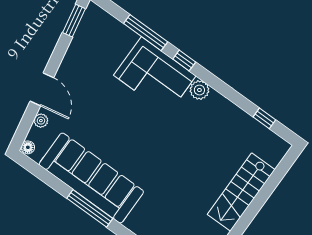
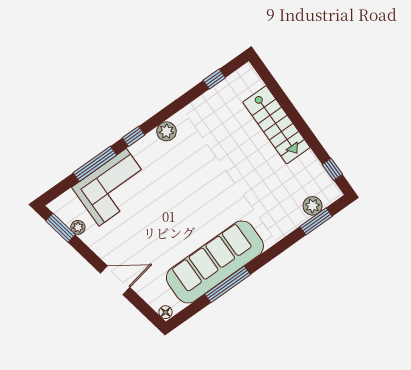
corner sofa: (155, 76) -> (113, 187), moved
plant: (41, 121) -> (78, 227), moved
window: (90, 208) -> (228, 284), moved

